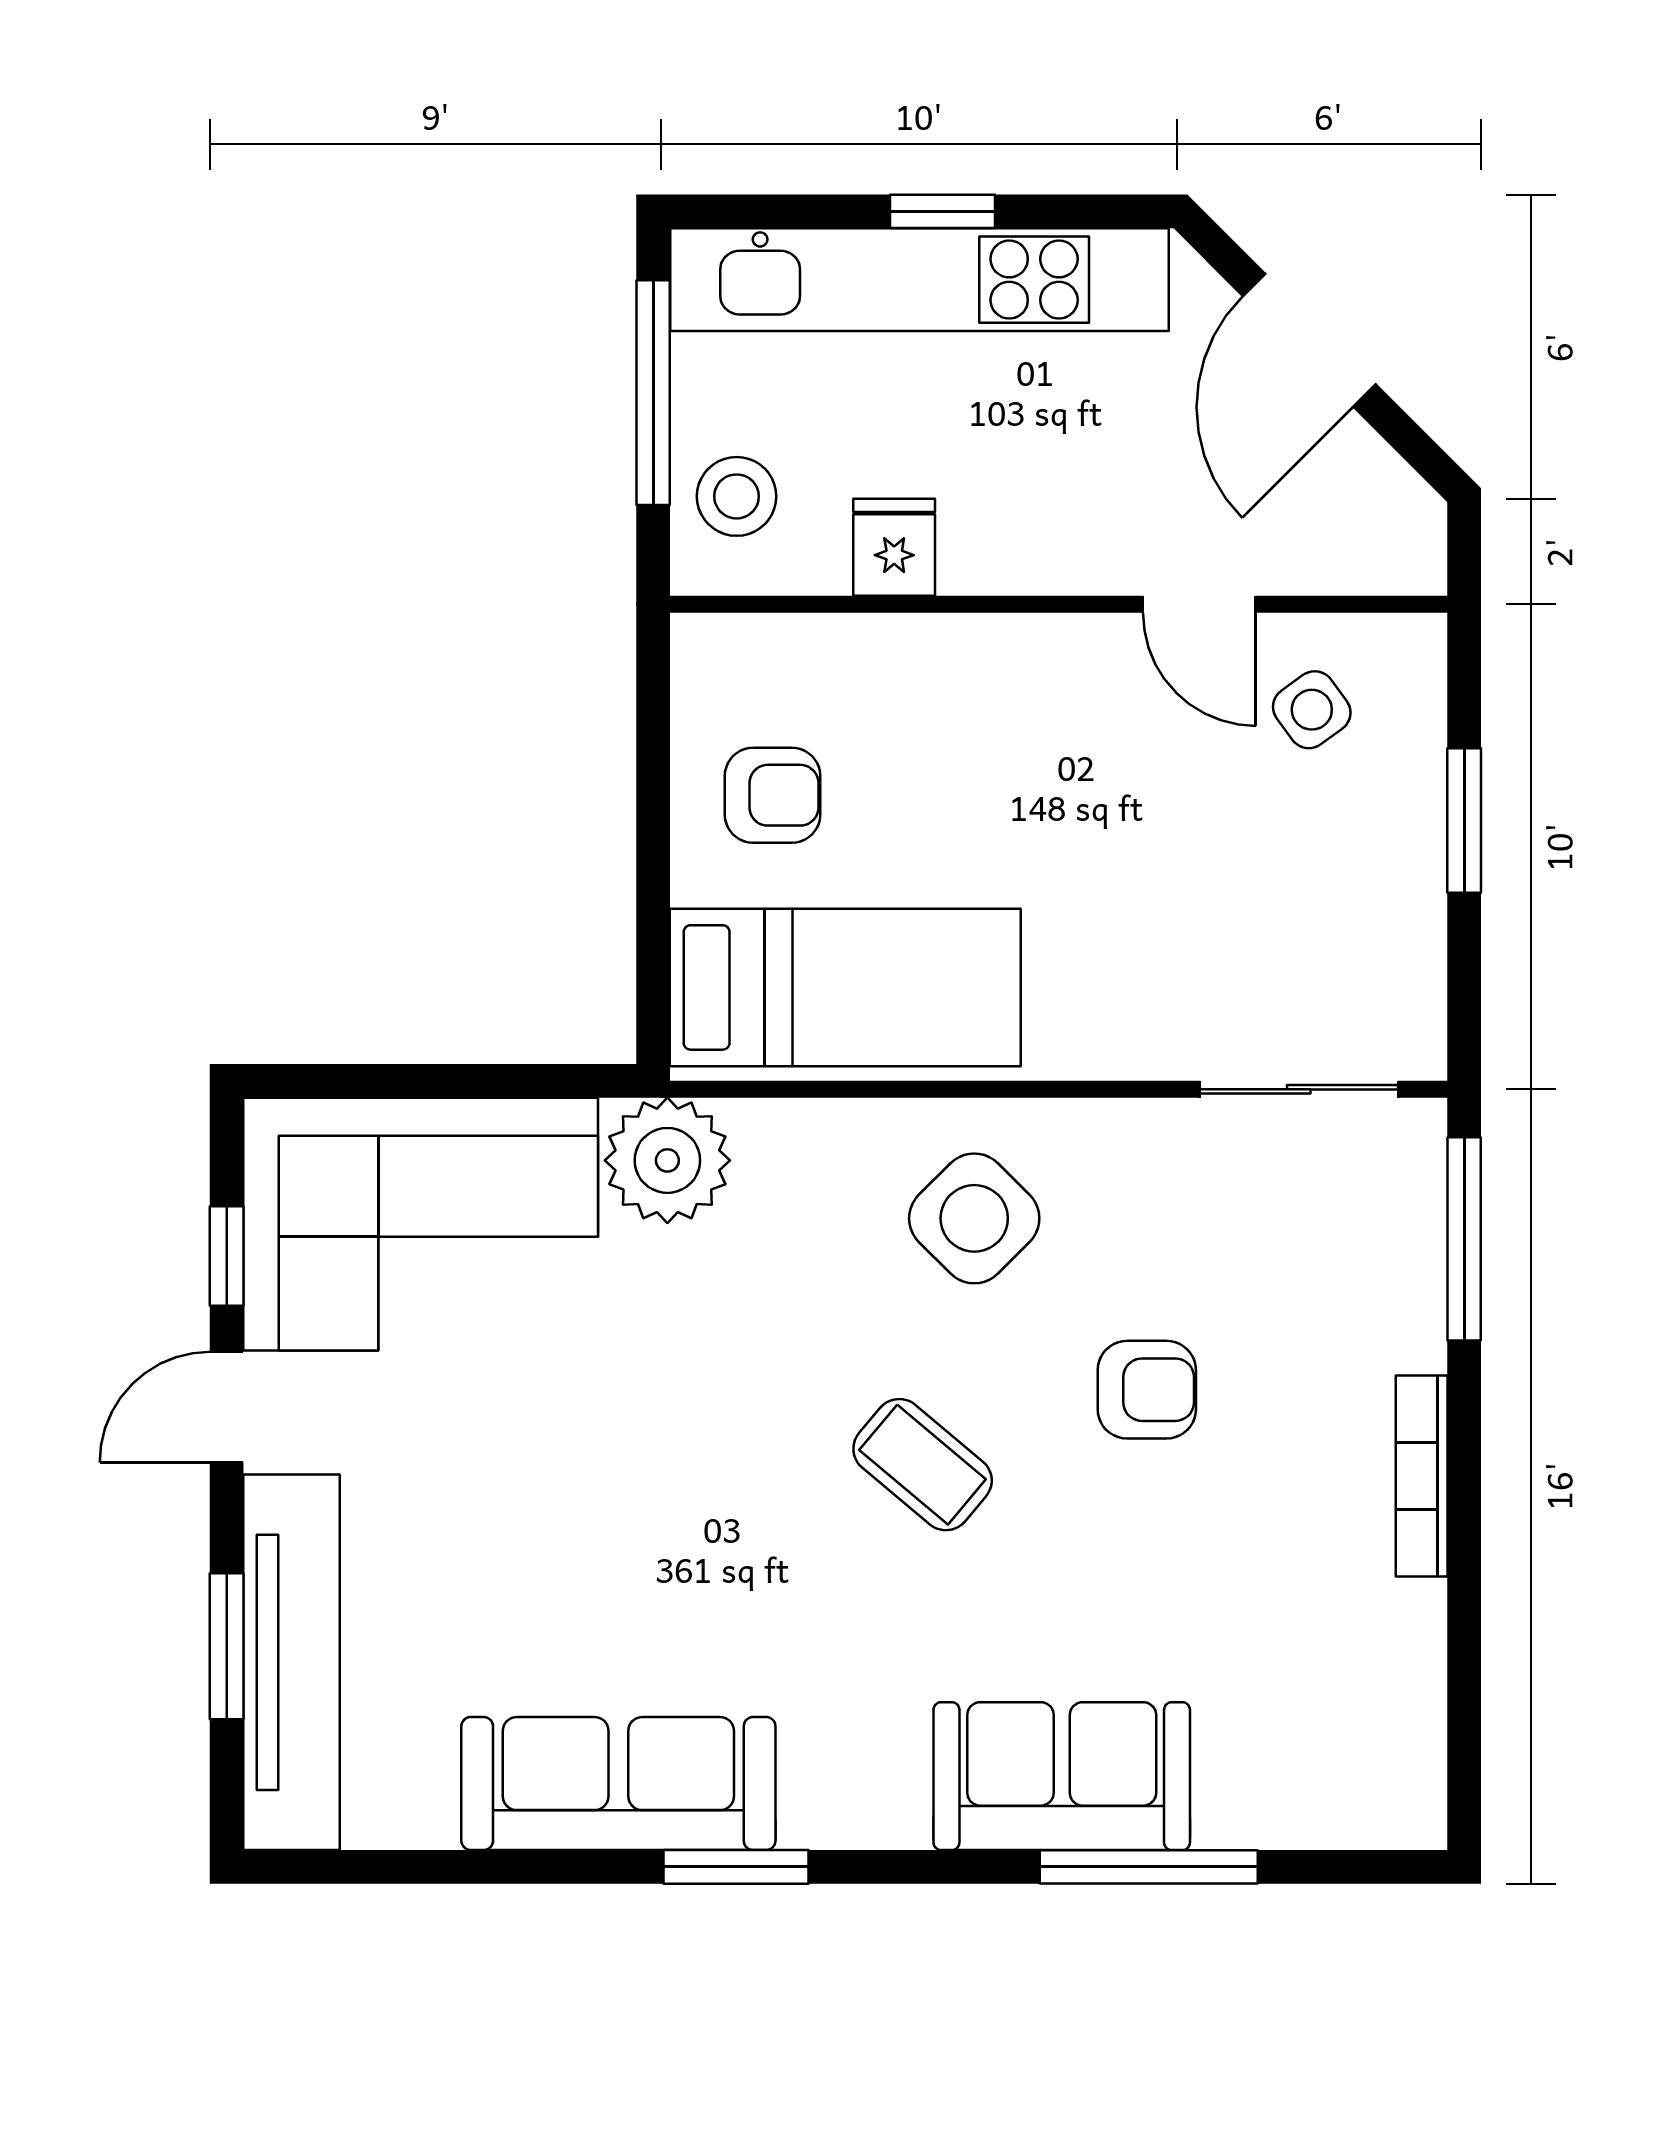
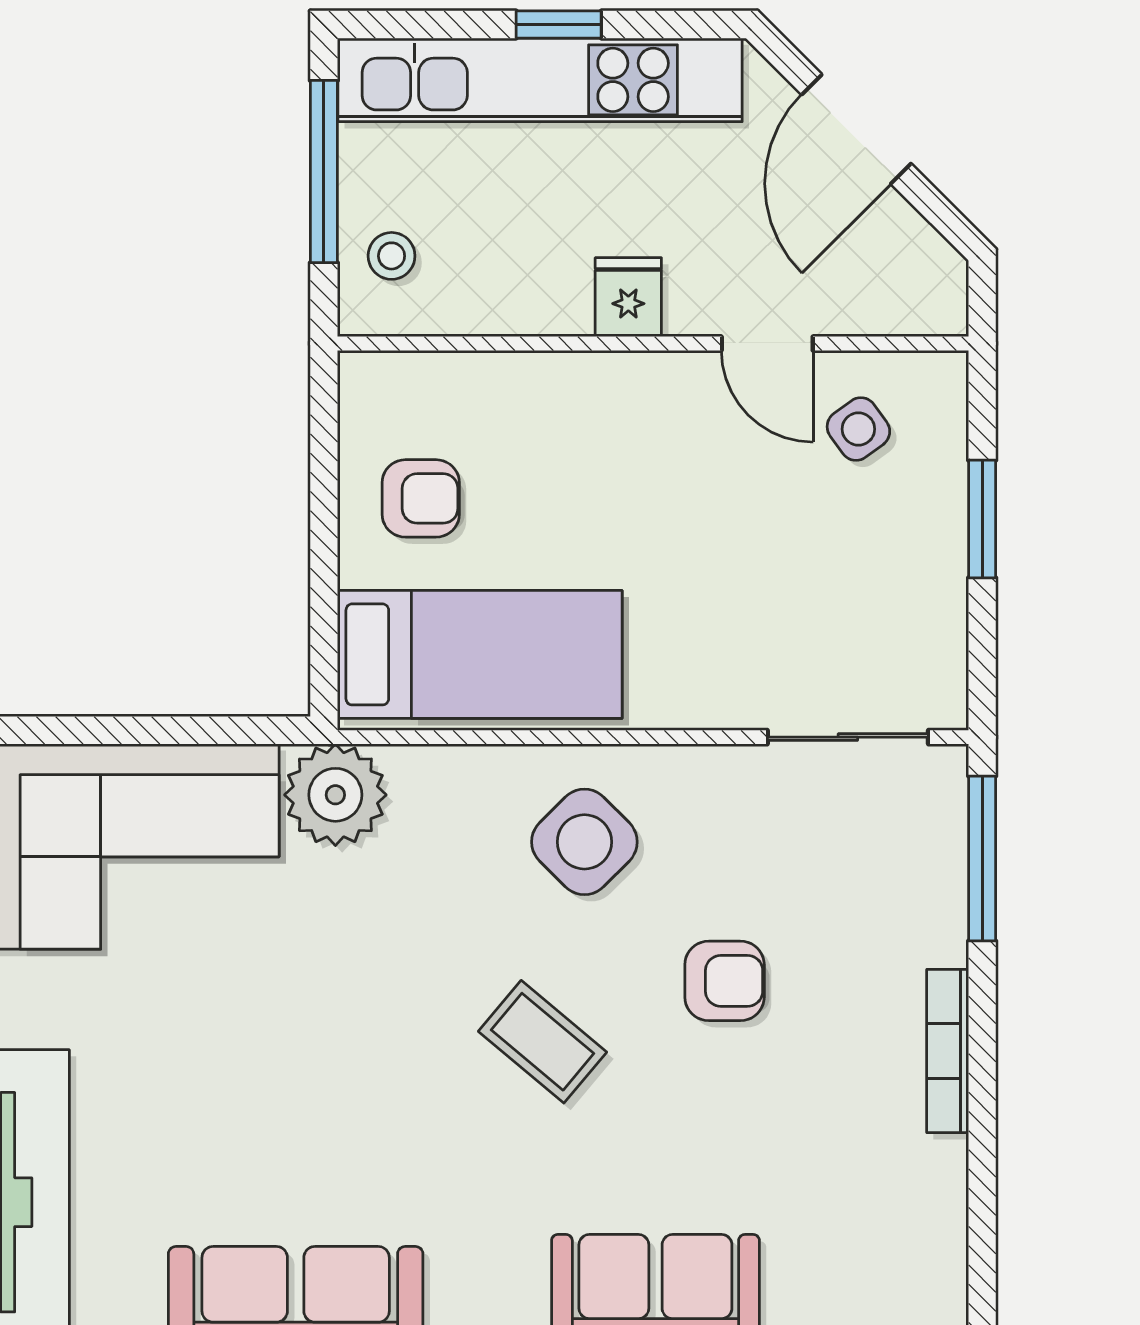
stool: (737, 496) -> (392, 256), width x0.73, depth x0.73
fridge: (894, 547) -> (628, 297), moved

